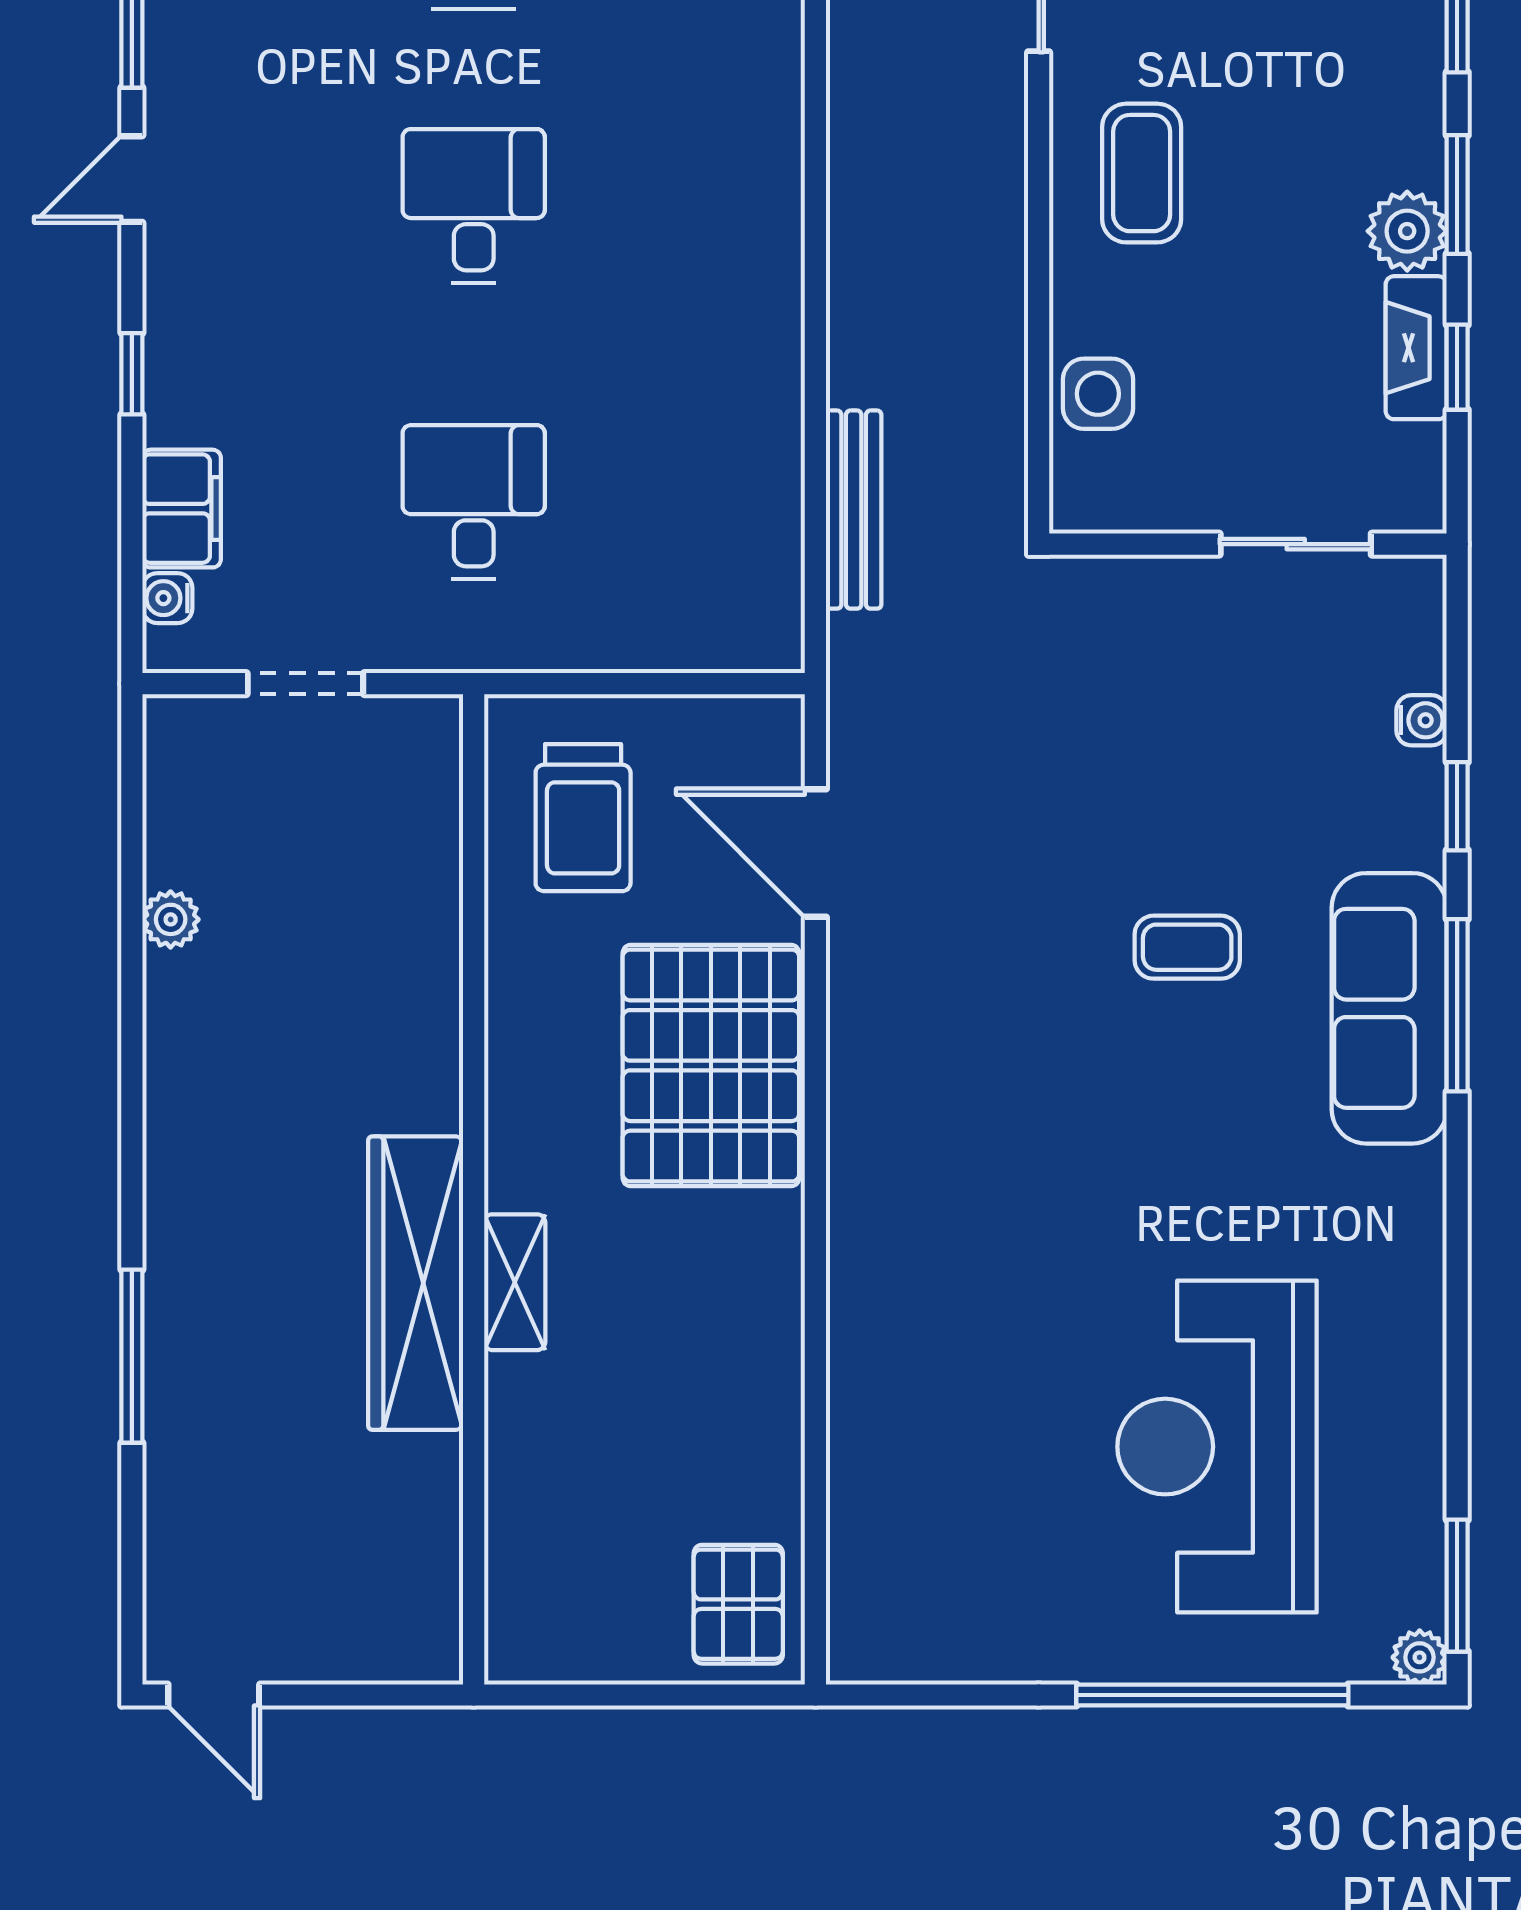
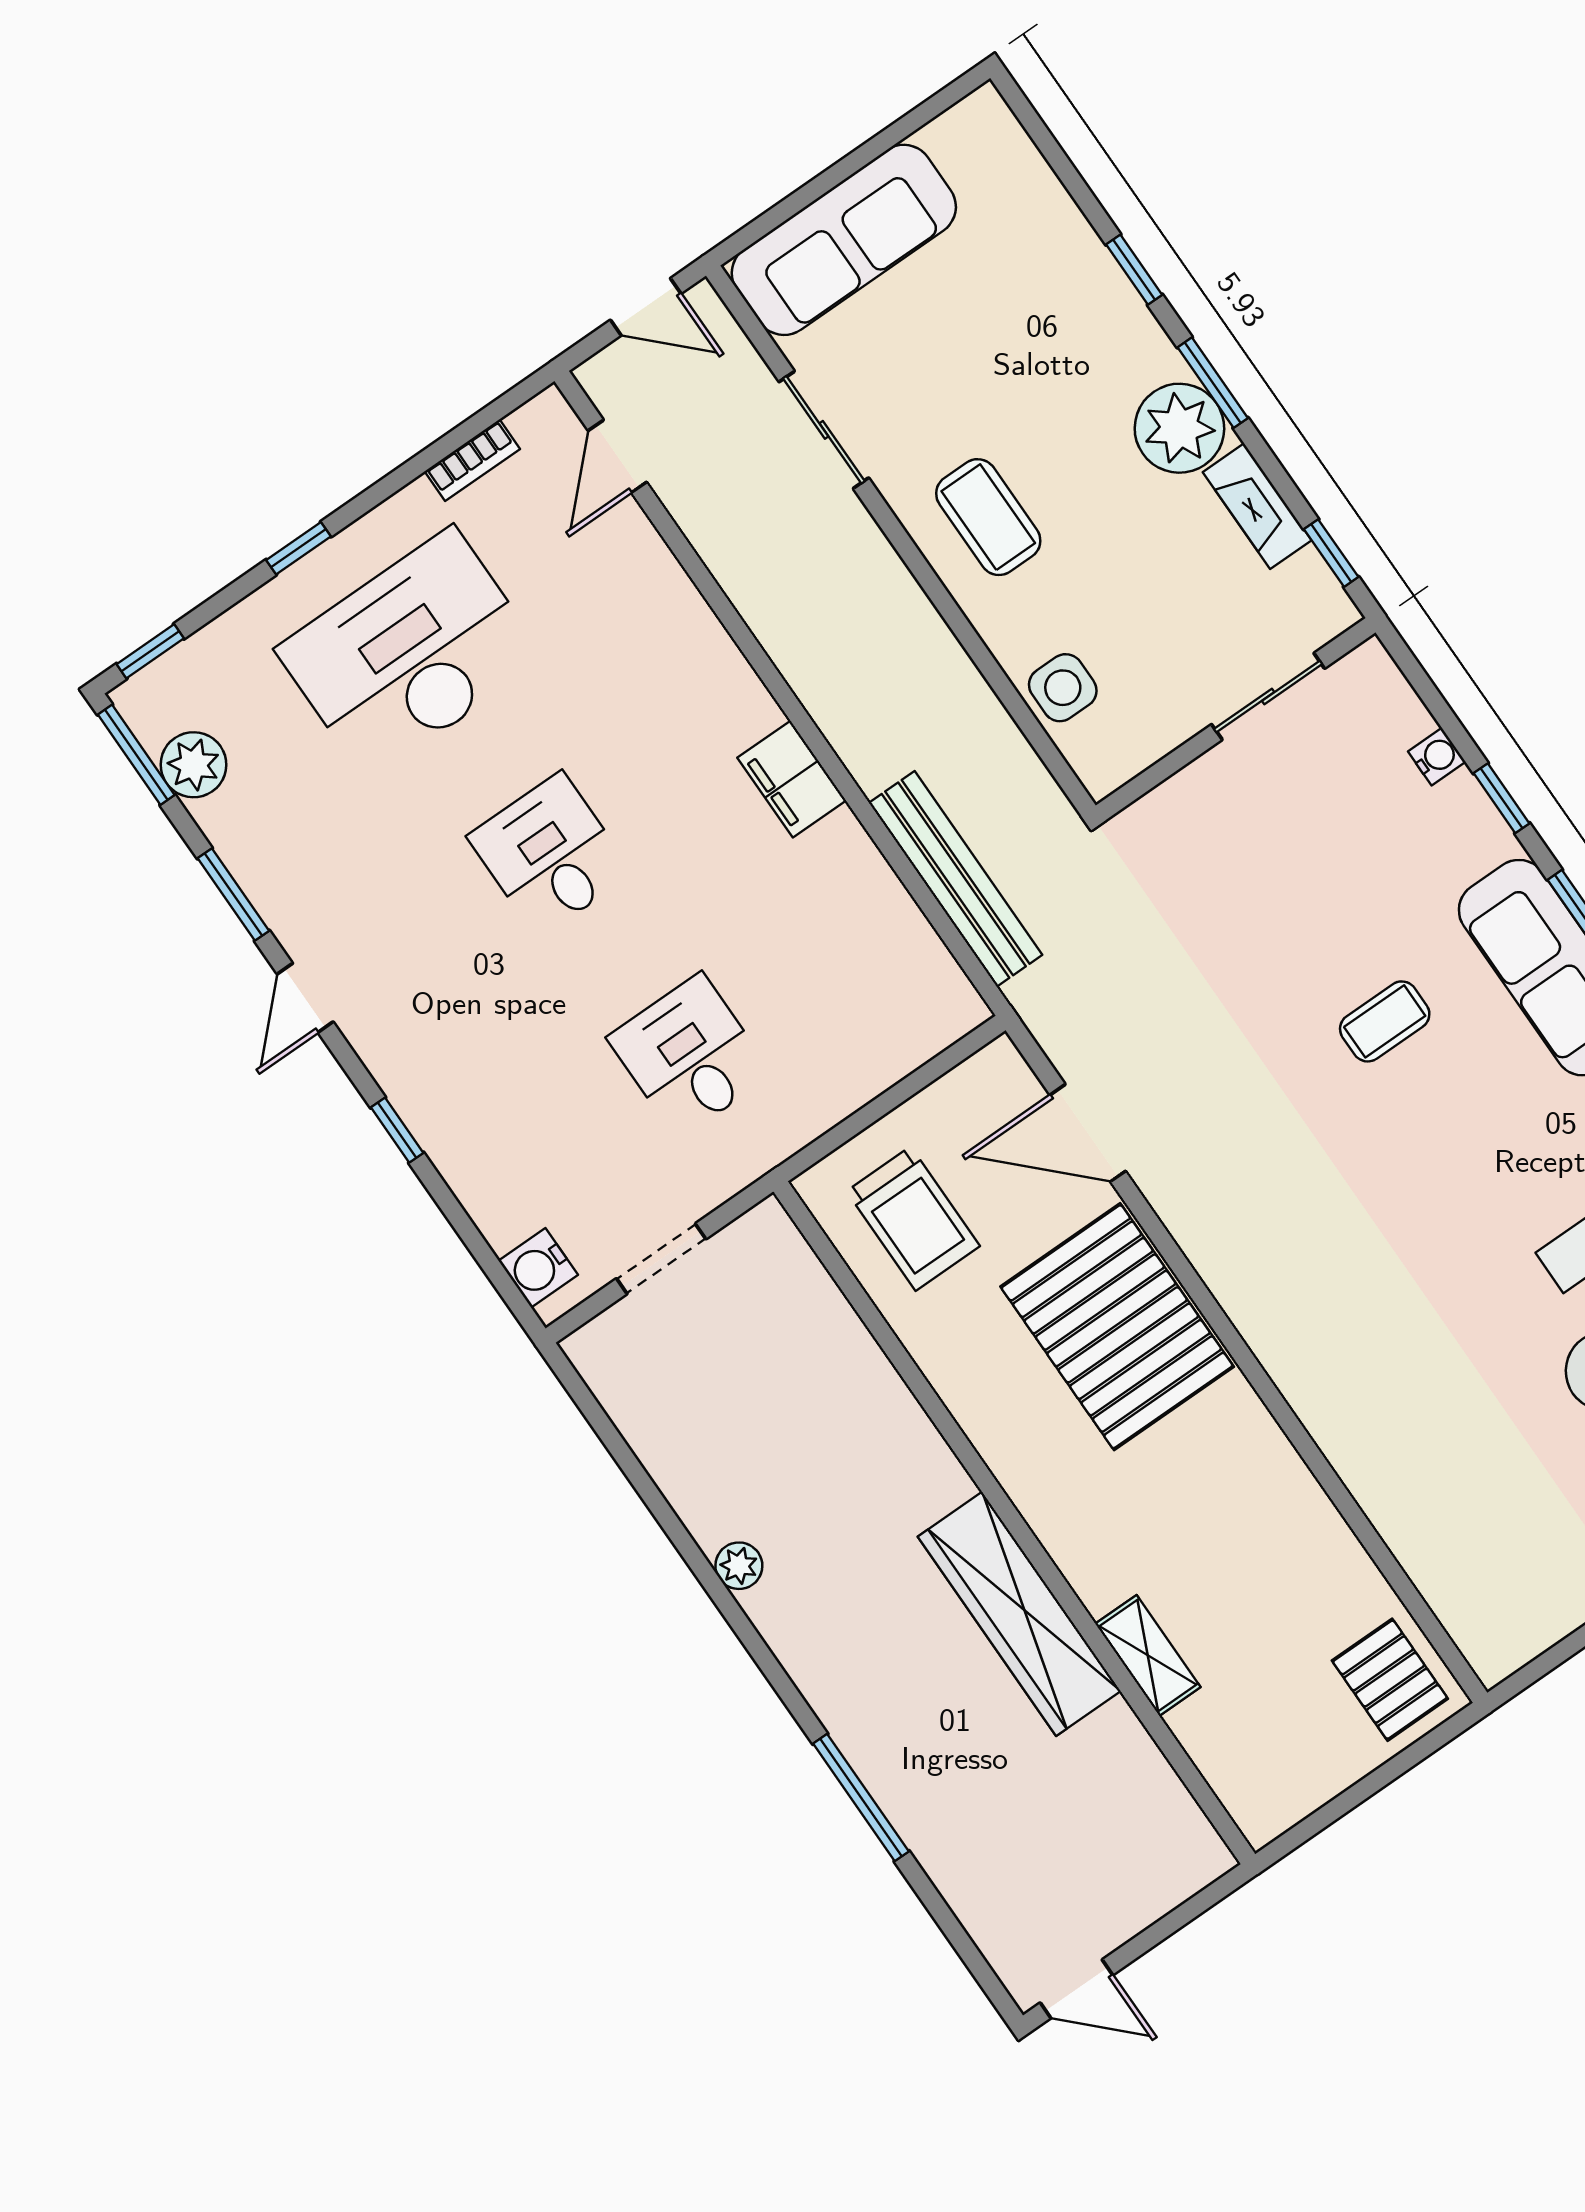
plant: (1407, 231) -> (1179, 428), width x1.36, depth x1.36
window: (1457, 367) -> (1331, 553), moved
filing cabinet: (182, 509) -> (792, 779), moved, turned 180
bench: (854, 510) -> (956, 879), width x1.37, depth x1.21
water cooler: (167, 598) -> (538, 1268), width x1.38, depth x1.38
plant: (171, 919) -> (739, 1566), moved
shelving: (515, 1282) -> (1148, 1655), moved

